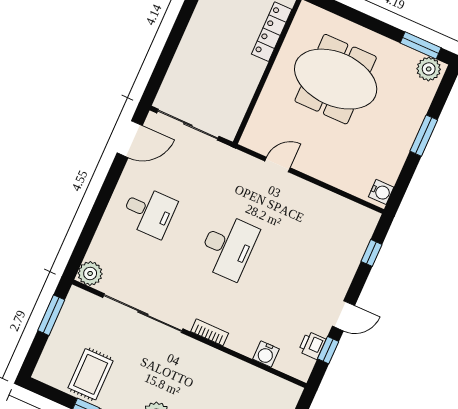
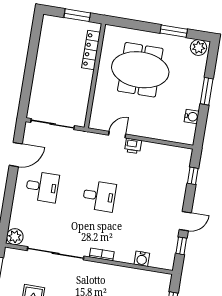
window: (421, 45) -> (174, 31), moved
door: (130, 139) -> (16, 155), moved
water cooler: (381, 192) -> (192, 117), moved
desk: (228, 247) -> (99, 196), width x0.73
printer: (312, 345) -> (133, 146), moved, turned -90

